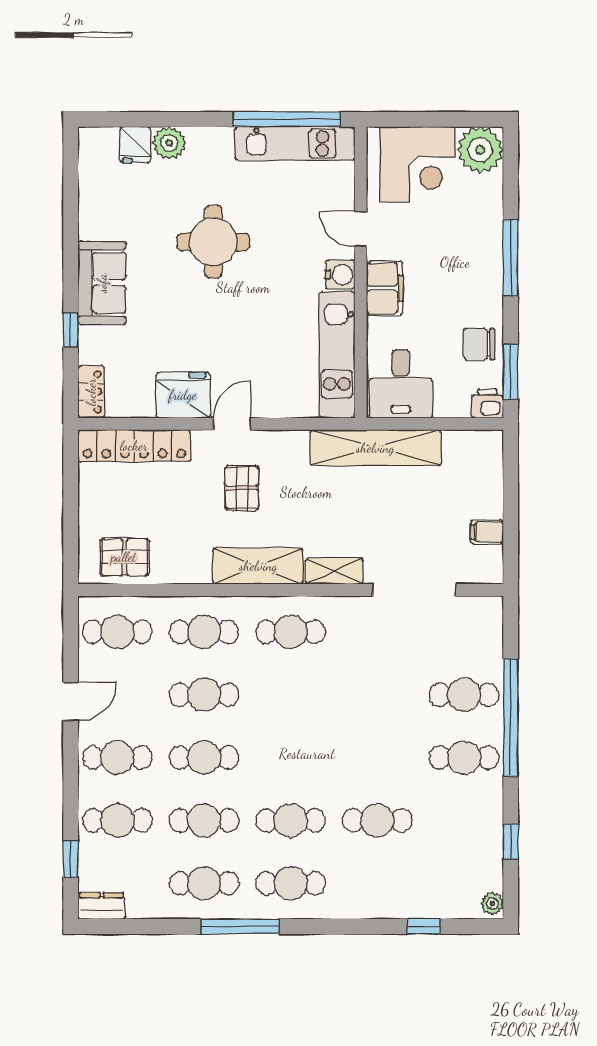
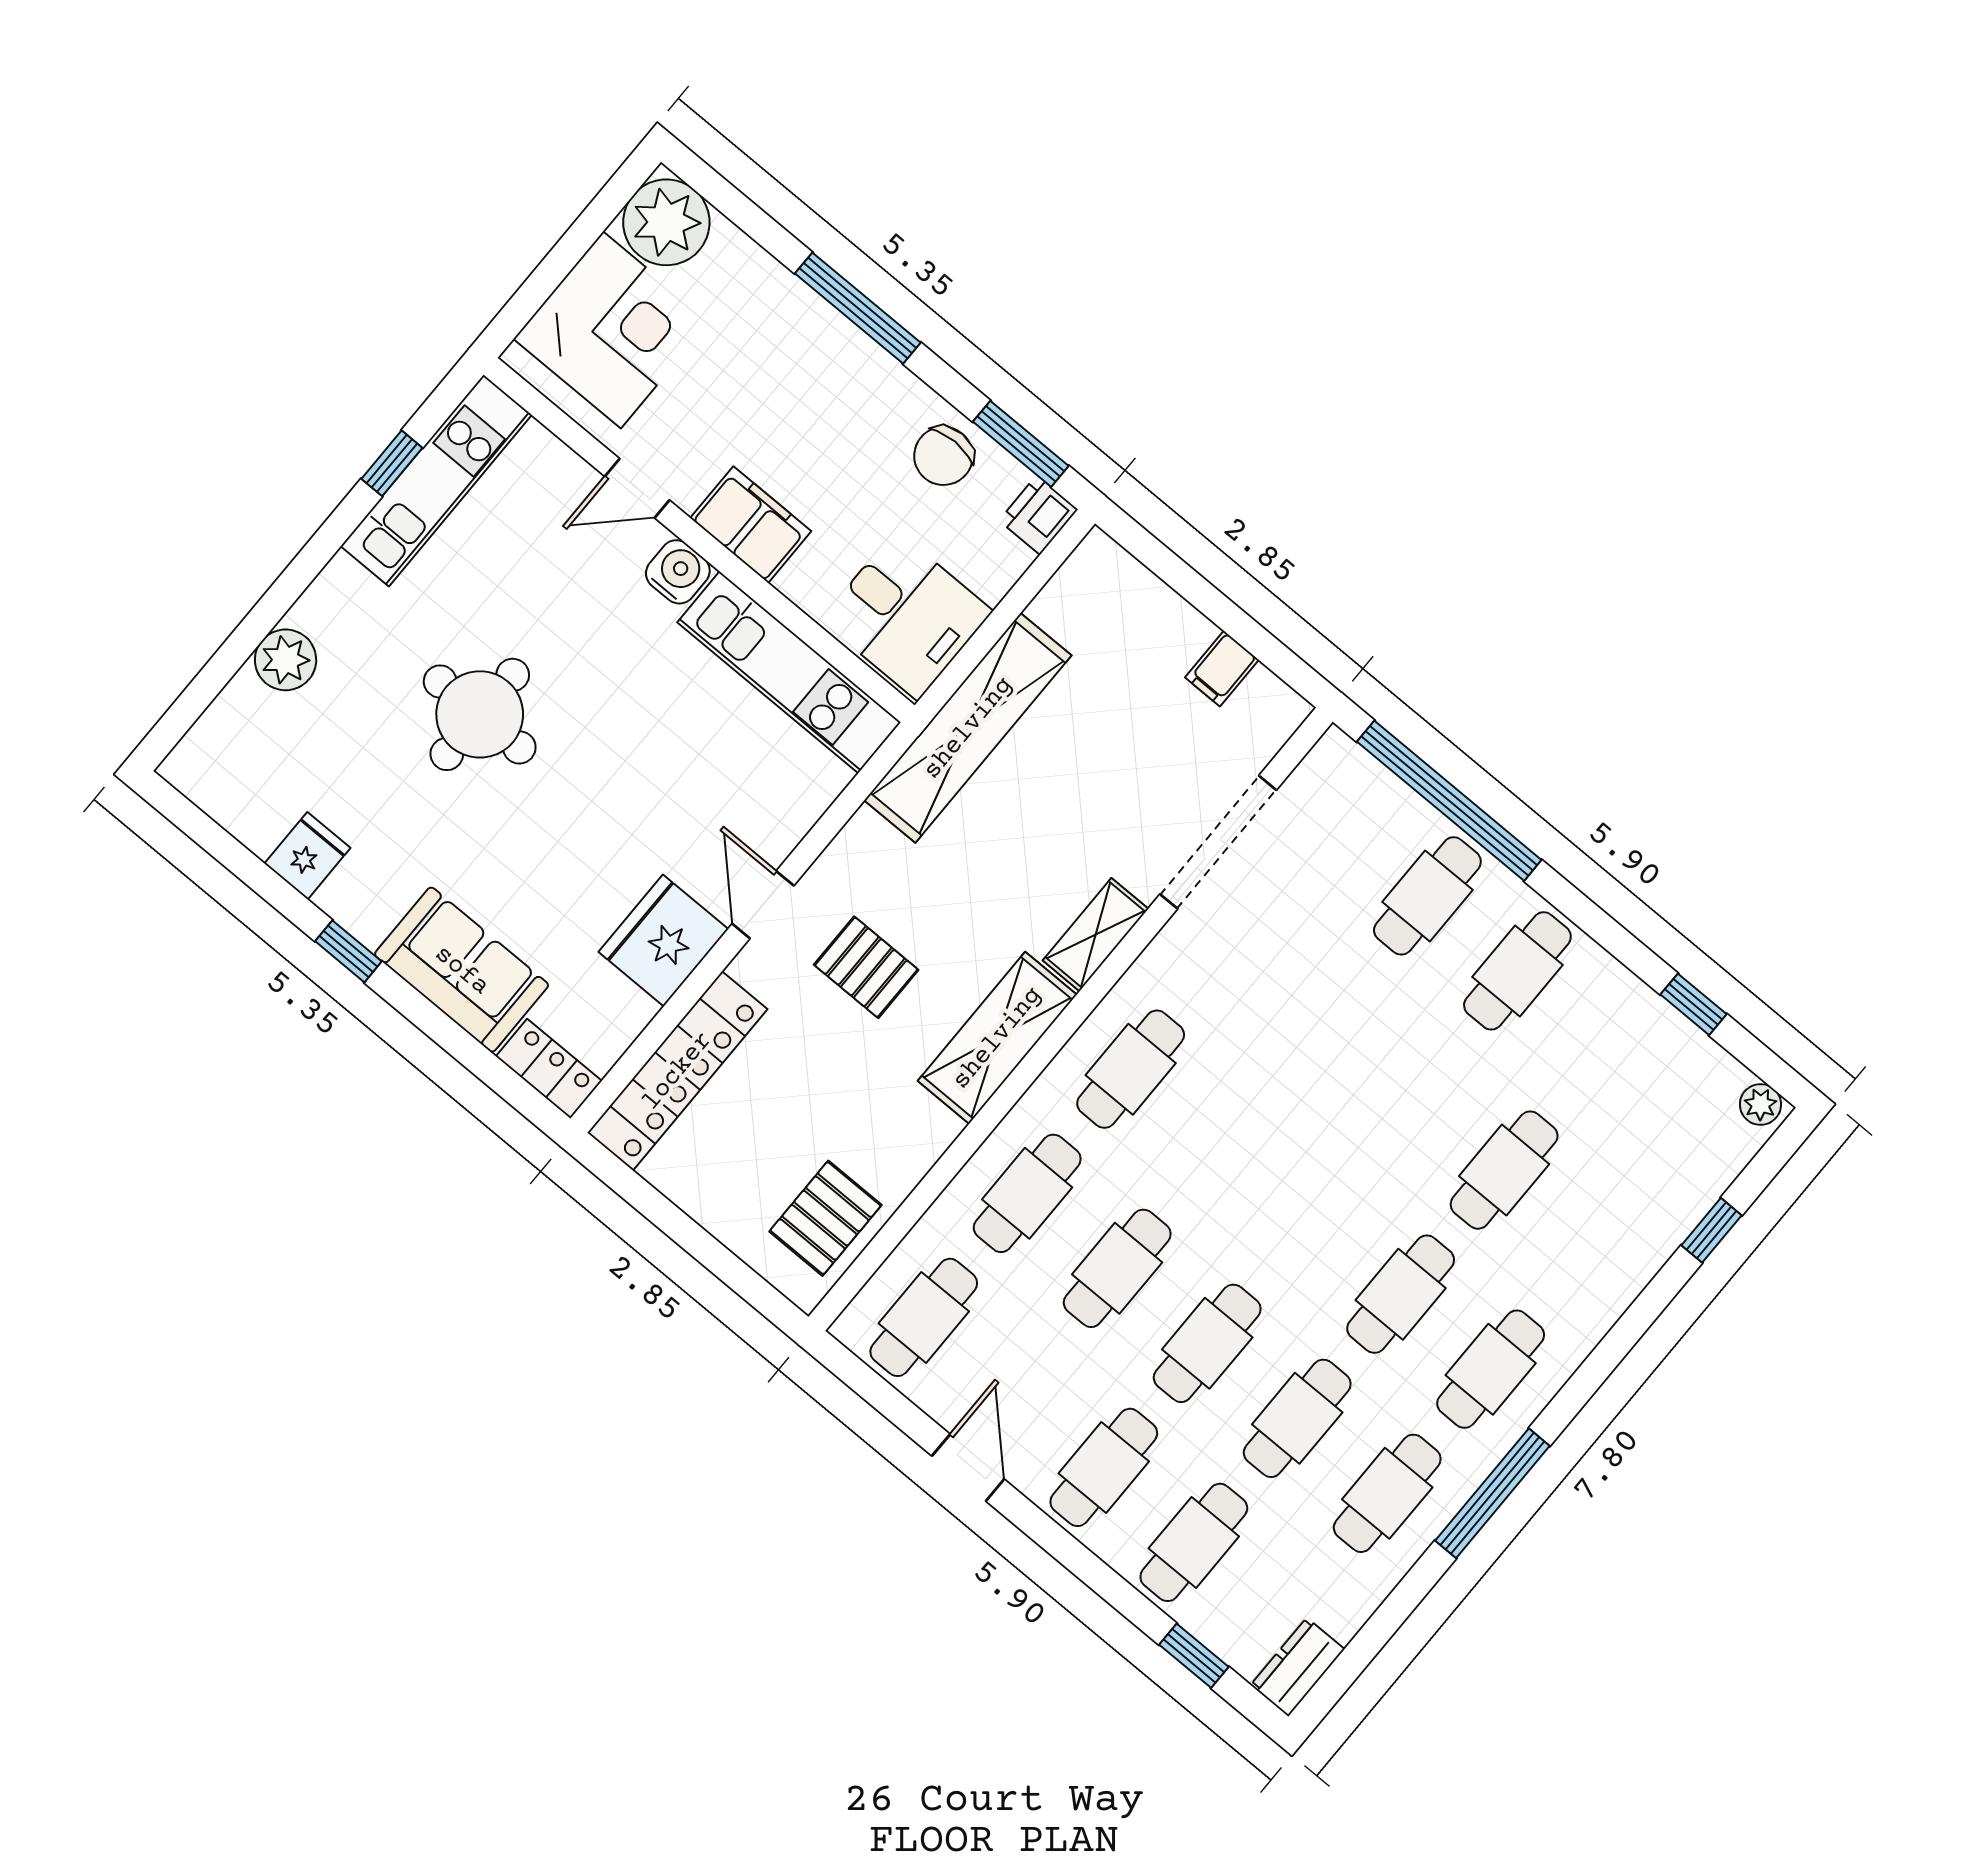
window: (287, 119) -> (392, 463), width x0.32
fridge: (135, 145) -> (307, 856), moved, turned -90
sofa: (102, 283) -> (462, 970), moved
window: (71, 330) -> (348, 951), moved
window: (511, 717) -> (1449, 801), moved

